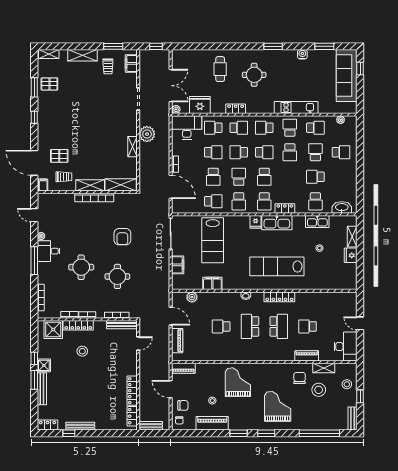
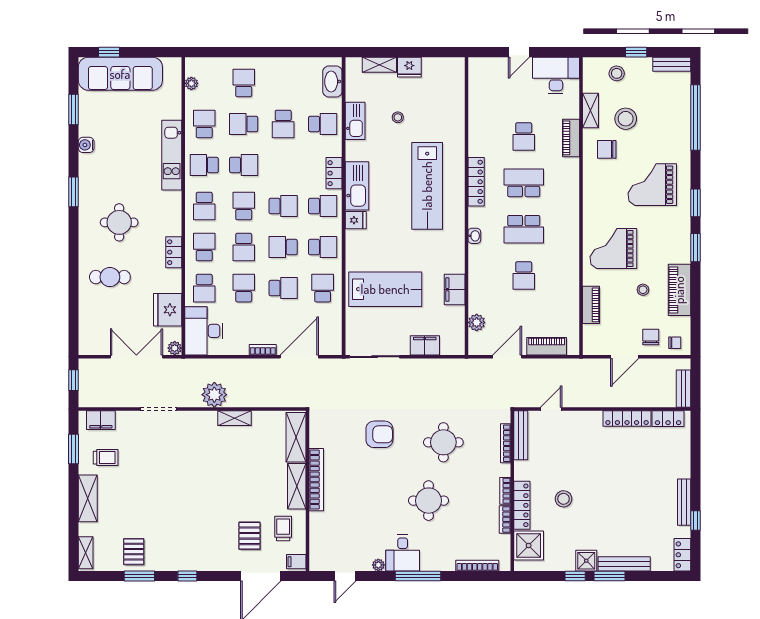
door: (138, 343) -> (551, 409), hinge flipped
piano: (183, 368) -> (591, 305), moved

